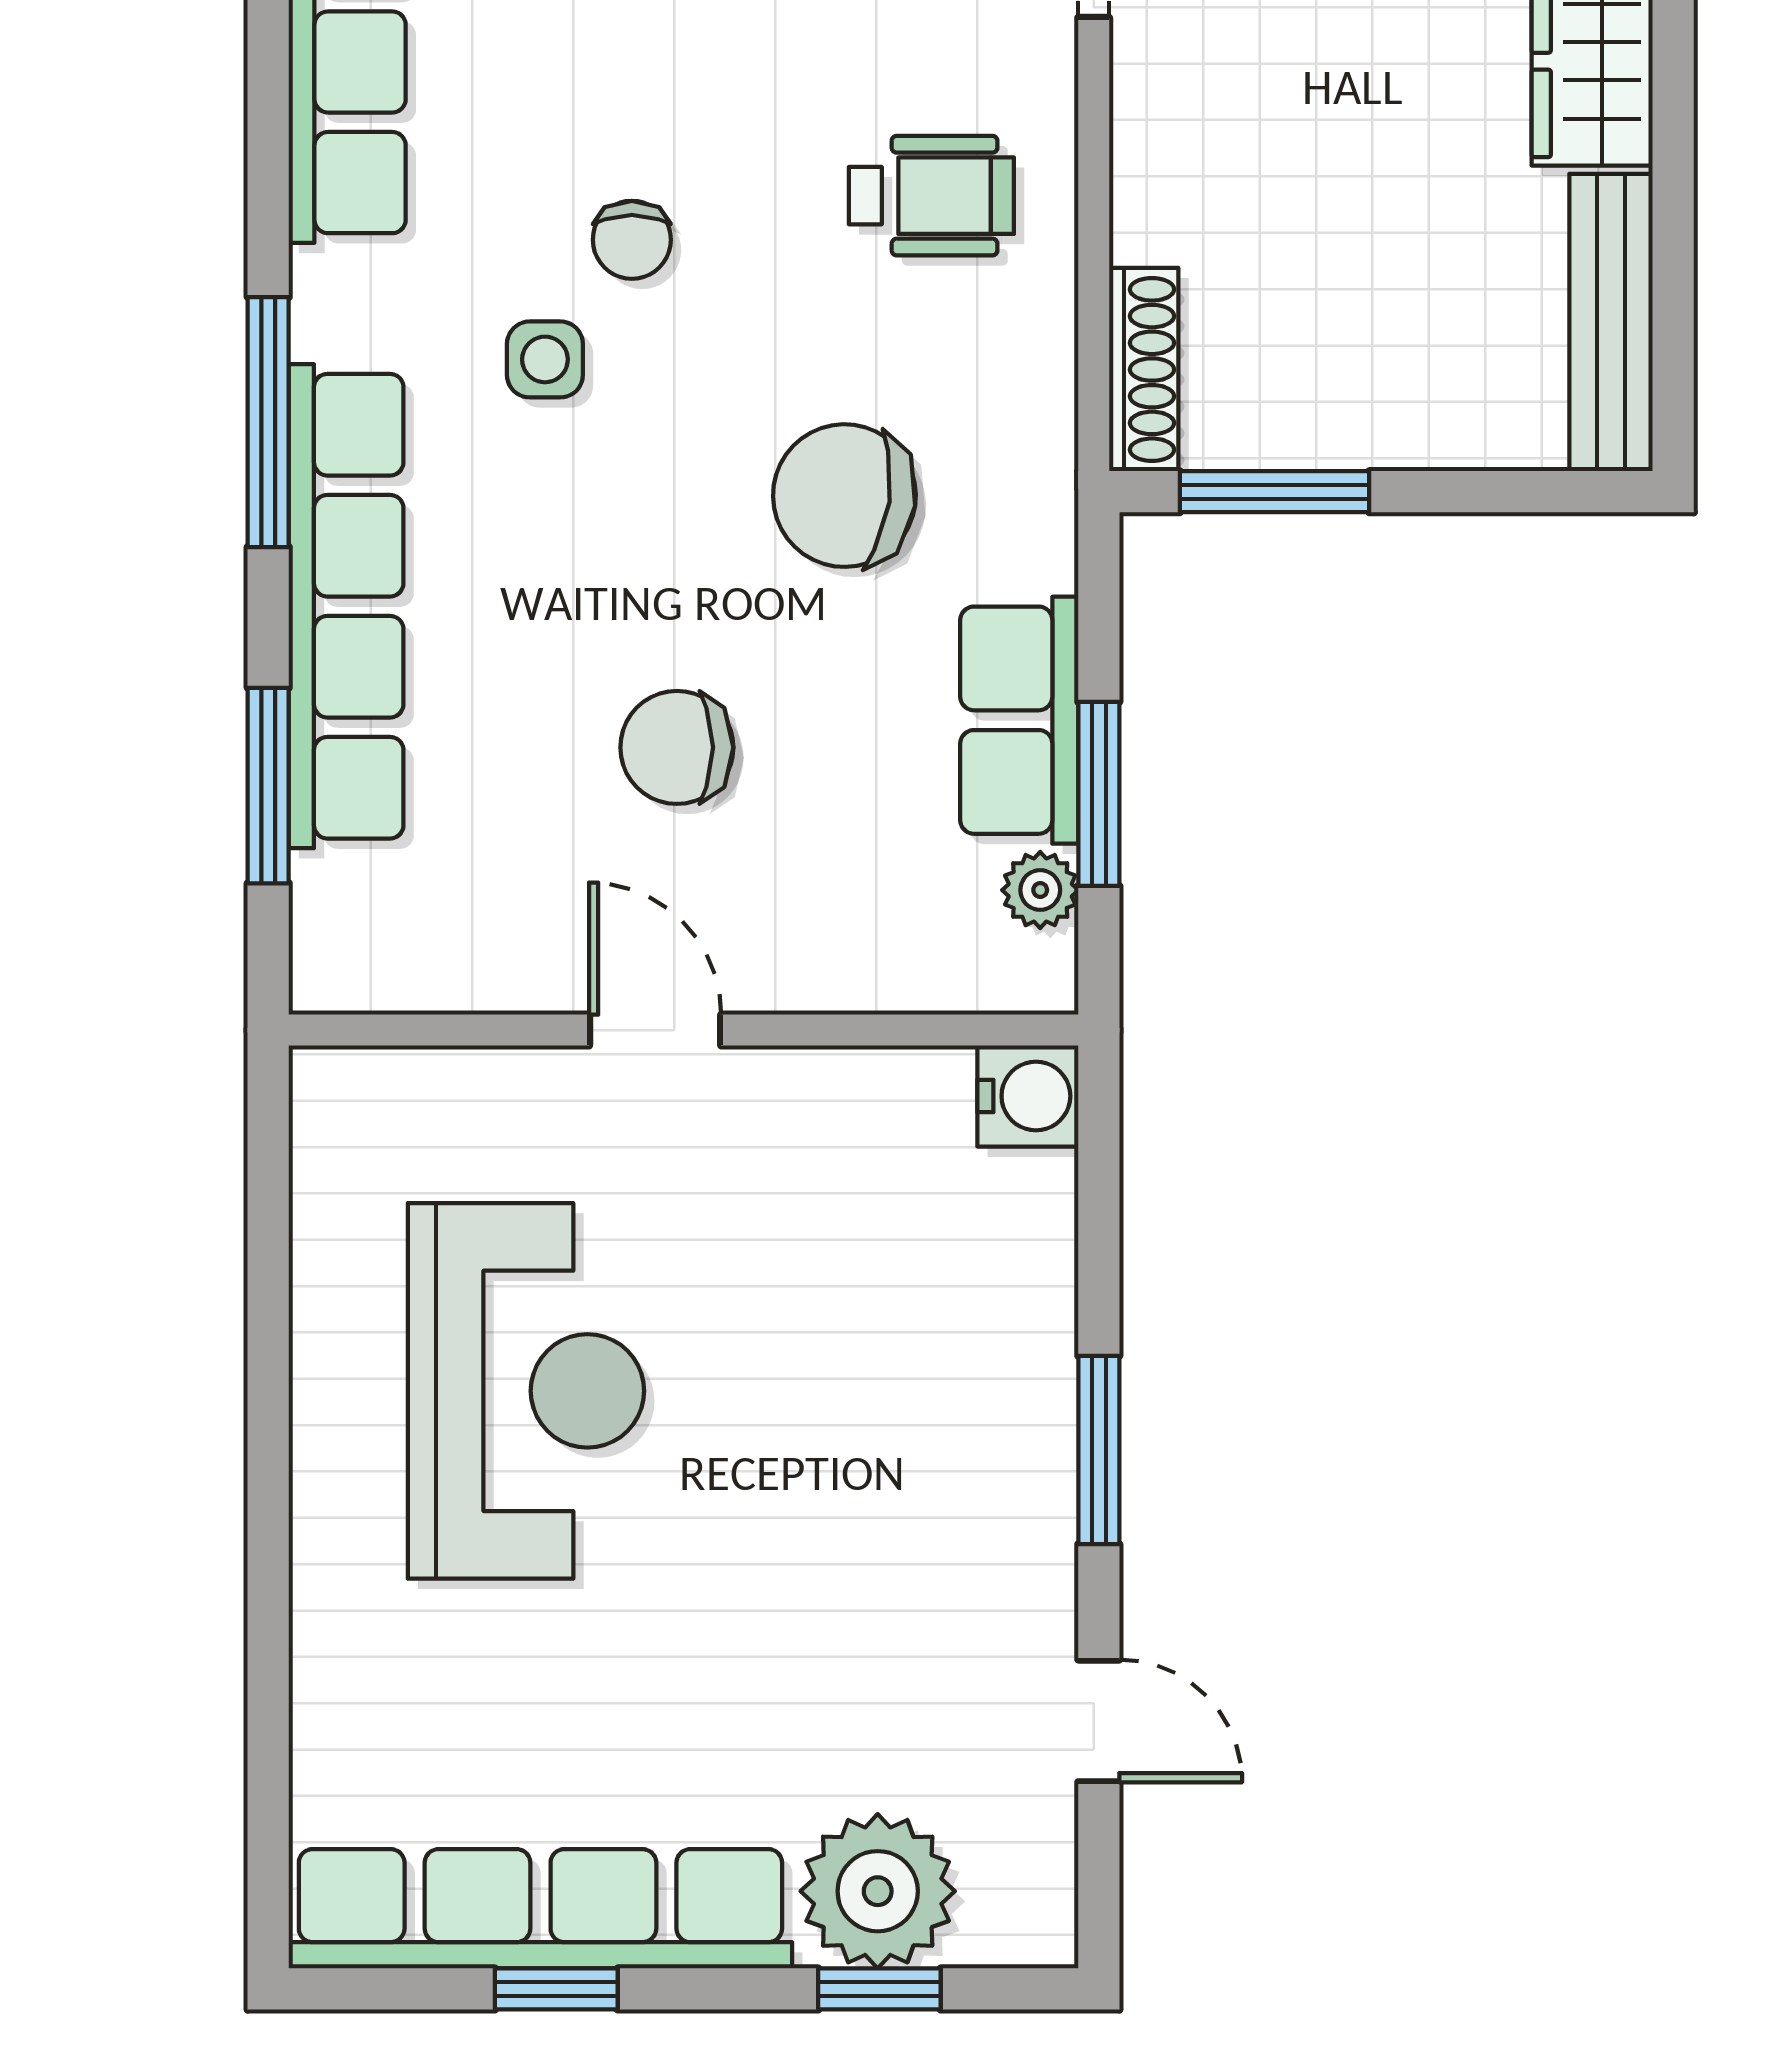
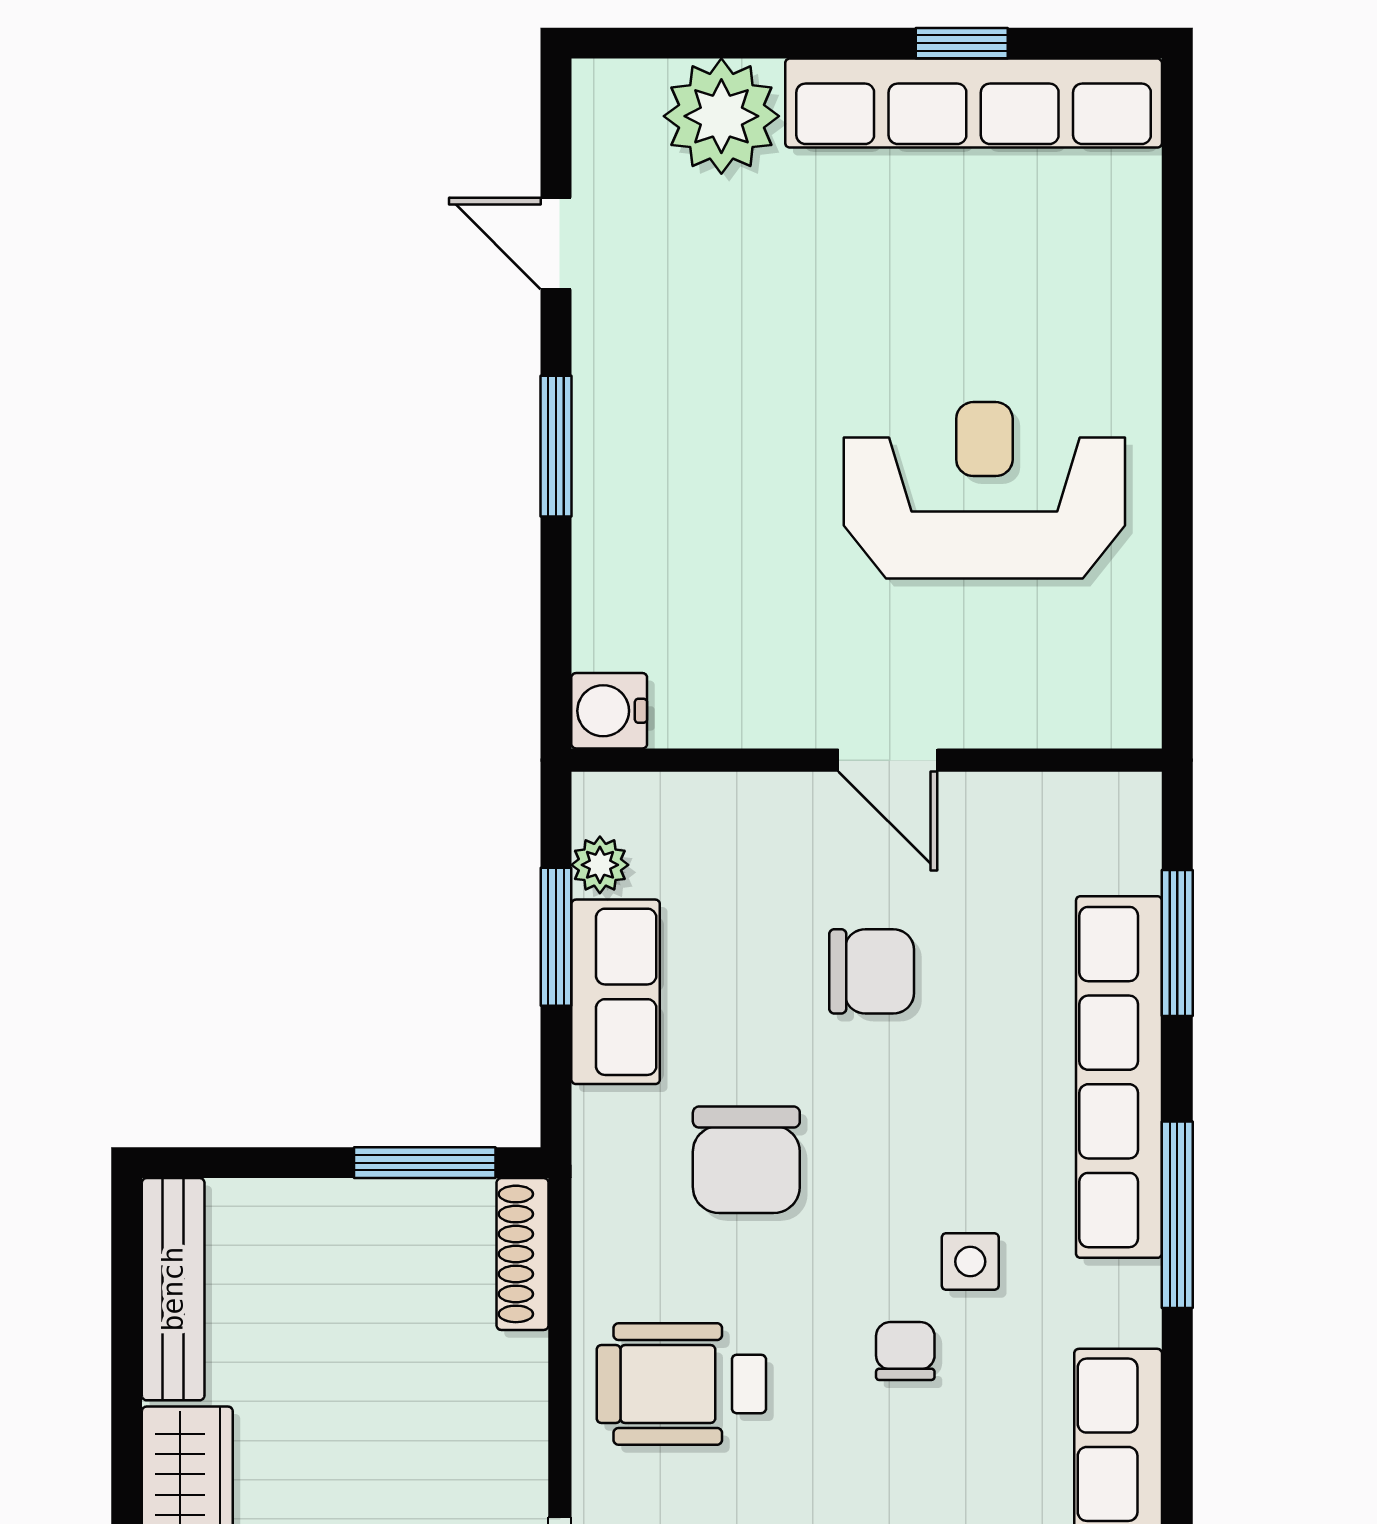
wheelchair: (931, 196) -> (681, 1384), width x1.36, depth x1.37
chair: (844, 496) -> (746, 1160), turned 82
reception desk: (526, 1391) -> (984, 490), turned 90
window: (879, 1989) -> (720, 43), removed

